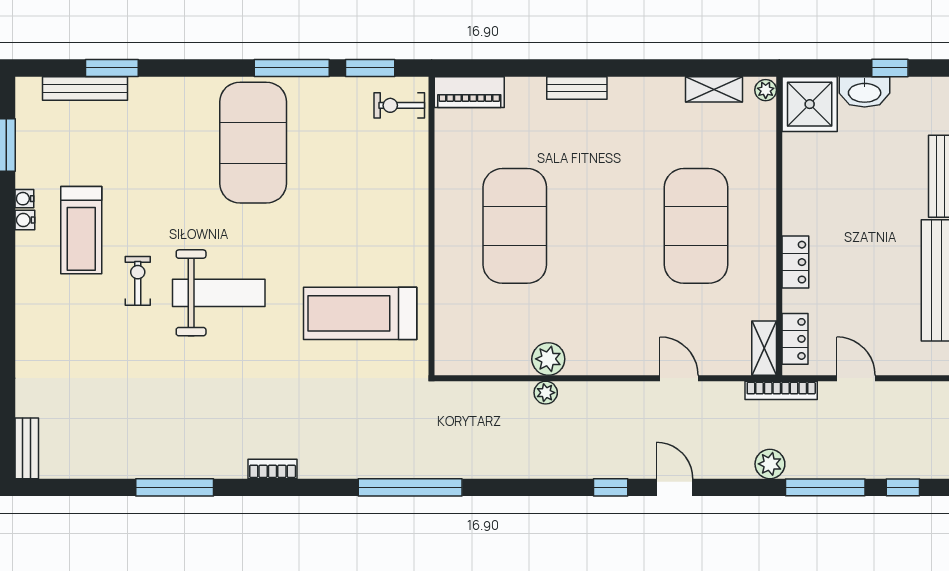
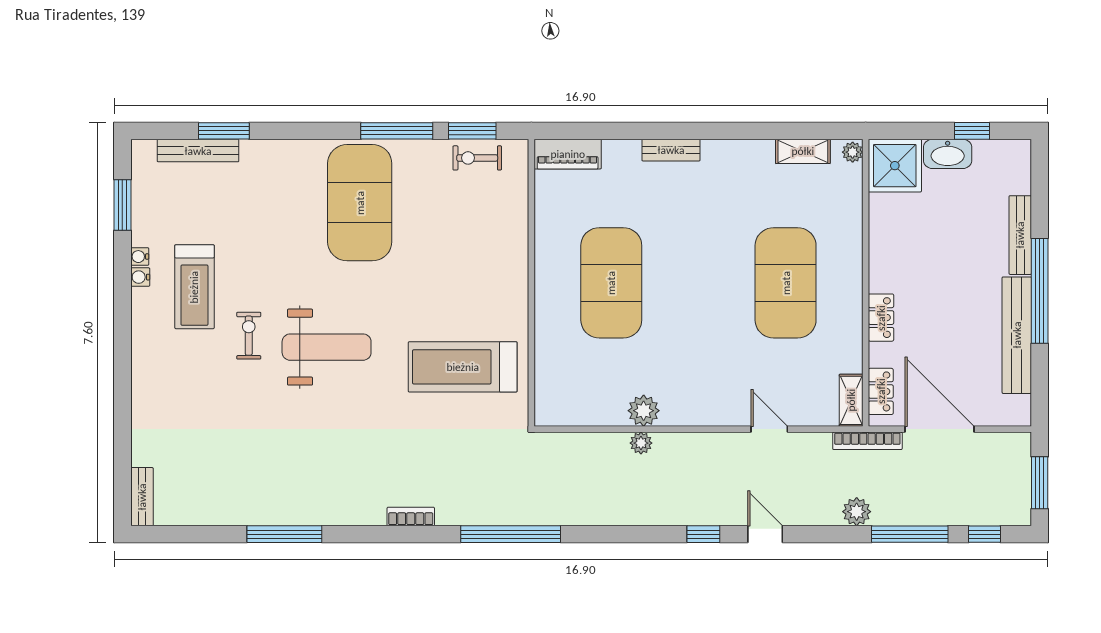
exercise bike: (399, 105) -> (477, 158), moved
door: (856, 378) -> (939, 429), width x1.87
bookcase: (273, 469) -> (411, 516), moved

